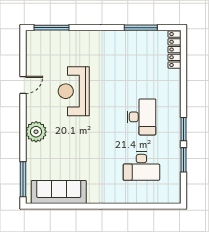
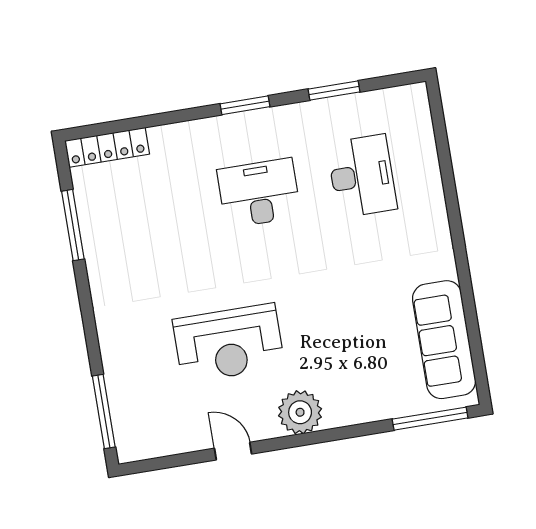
window: (183, 129) -> (245, 105), moved
plant: (36, 132) -> (300, 412), moved

